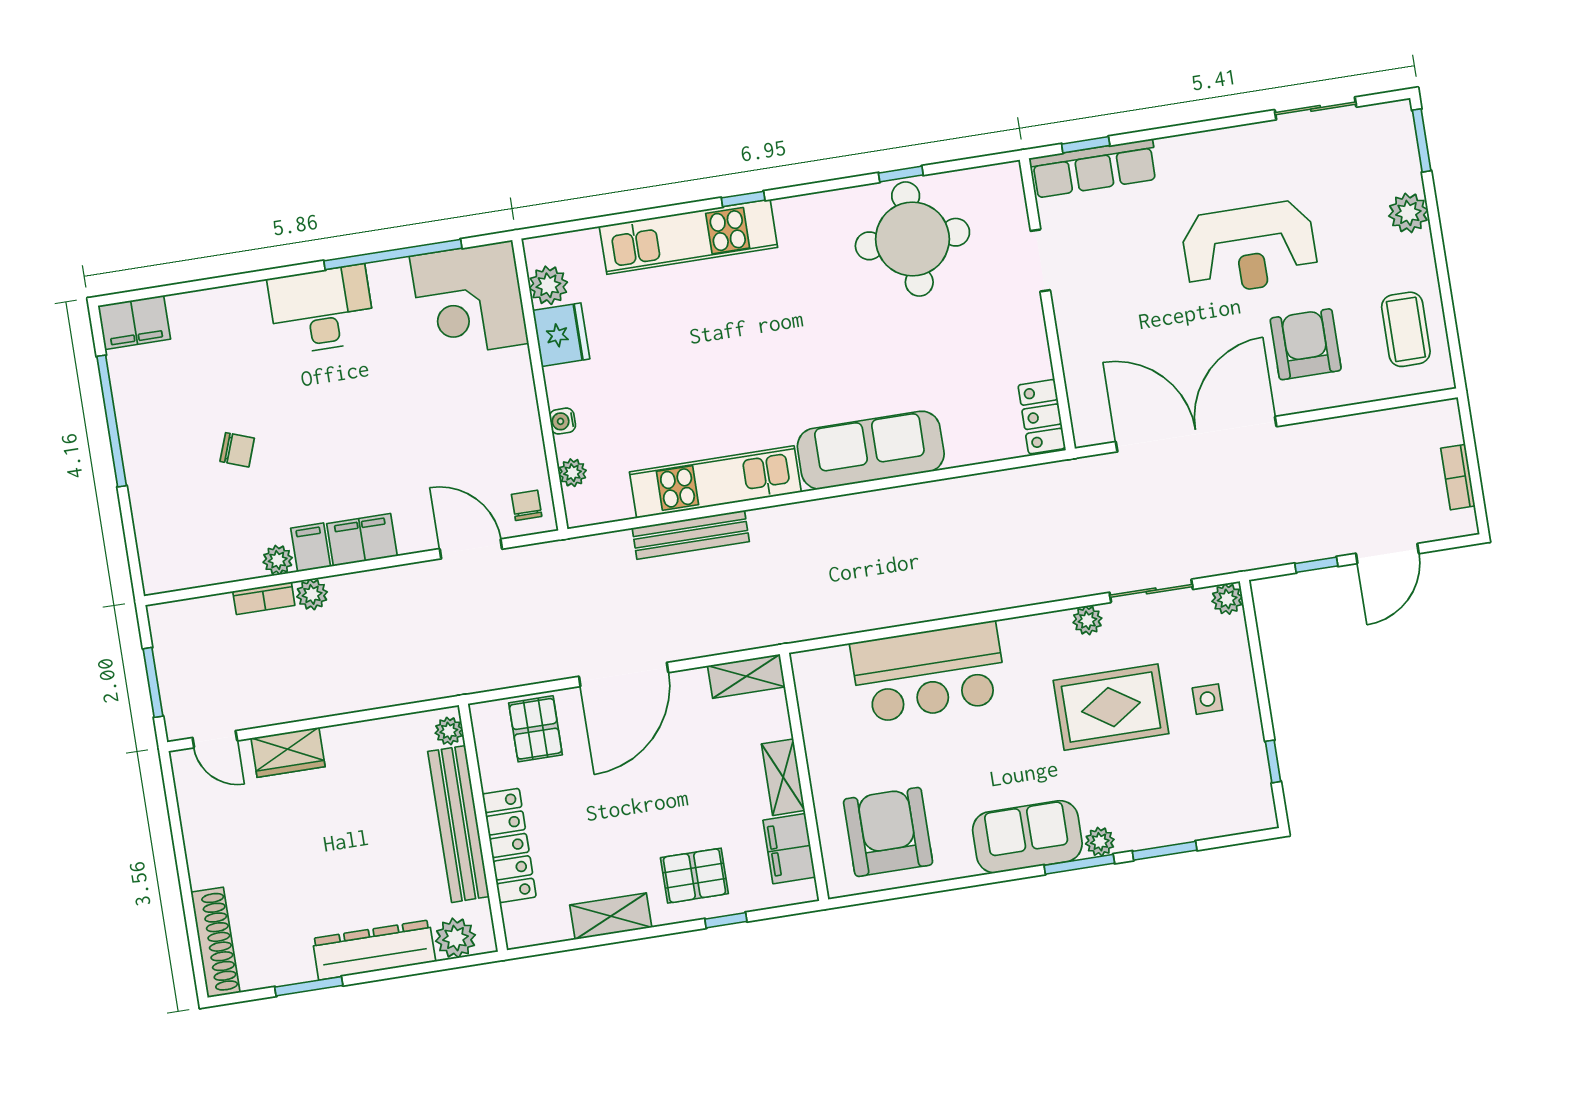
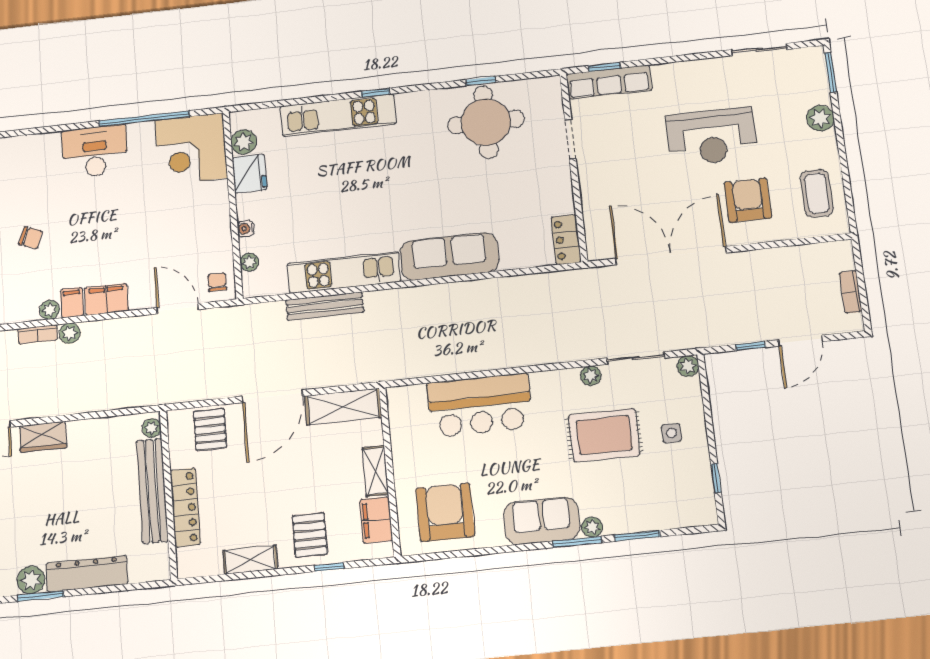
shelving: (746, 676) -> (343, 407), width x1.50, depth x1.33
pallet: (694, 876) -> (310, 535), turned 90
plant: (456, 938) -> (31, 580), moved

